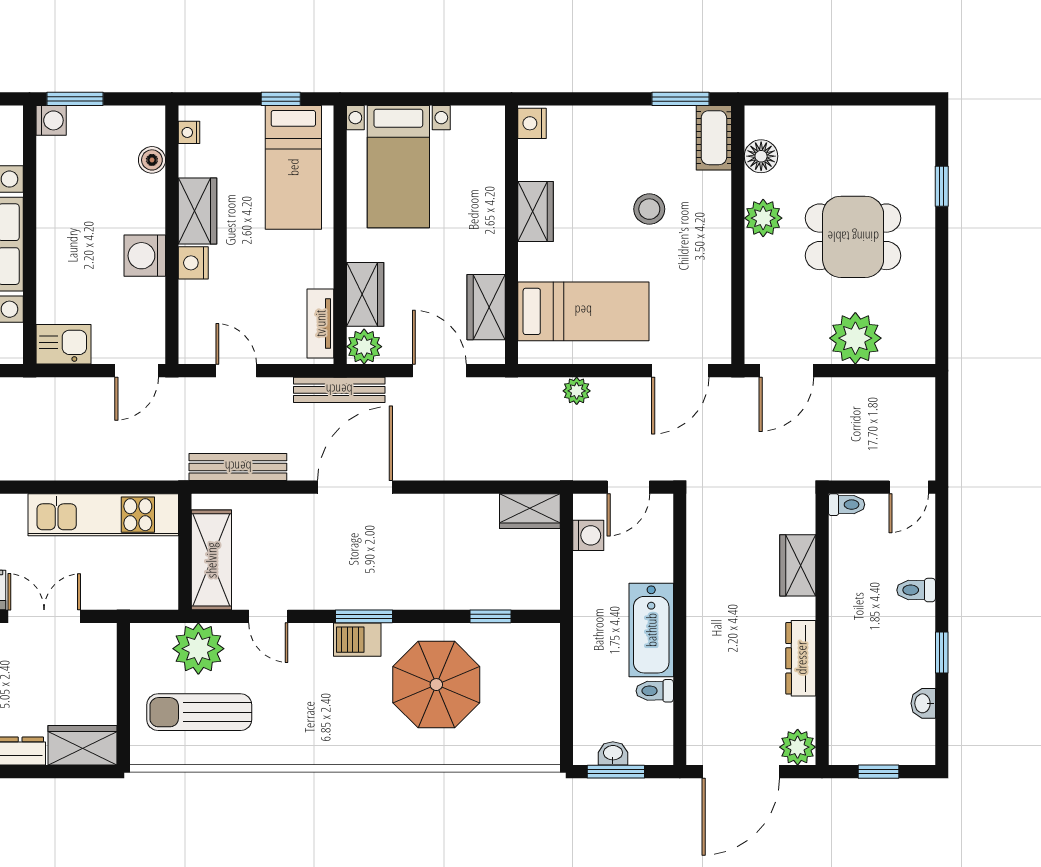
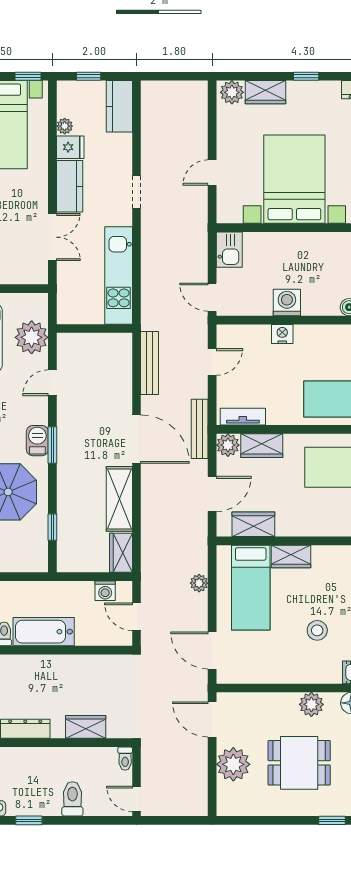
wardrobe: (198, 211) -> (316, 337), removed
wardrobe: (536, 211) -> (291, 556), moved
dining table: (853, 237) -> (299, 763), turned 90
shelving: (211, 560) -> (119, 499), moved, turned 90
toilet: (916, 590) -> (72, 799), width x1.37, depth x1.39

